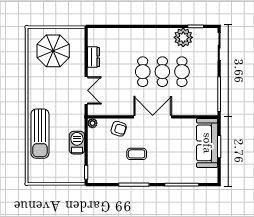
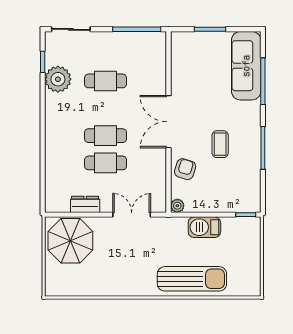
parasol: (53, 51) -> (70, 241), moved
cafe table: (162, 72) -> (106, 163), moved
sofa: (207, 143) -> (246, 66), moved, turned 90

